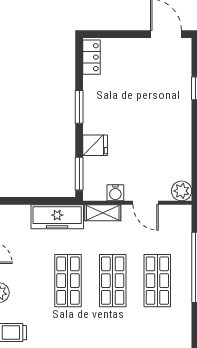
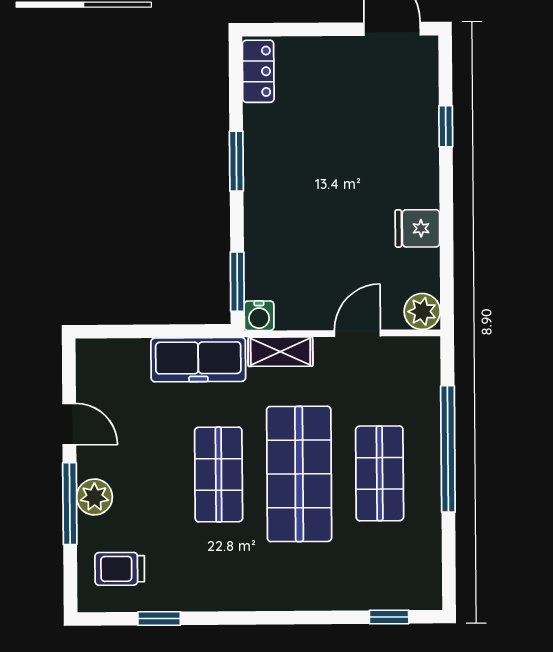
fridge: (95, 145) -> (417, 228), moved, turned 180
water cooler: (115, 193) -> (259, 316), moved
door: (146, 203) -> (357, 333), swing flipped
shop shelf: (113, 281) -> (299, 474), width x1.43, depth x1.36

